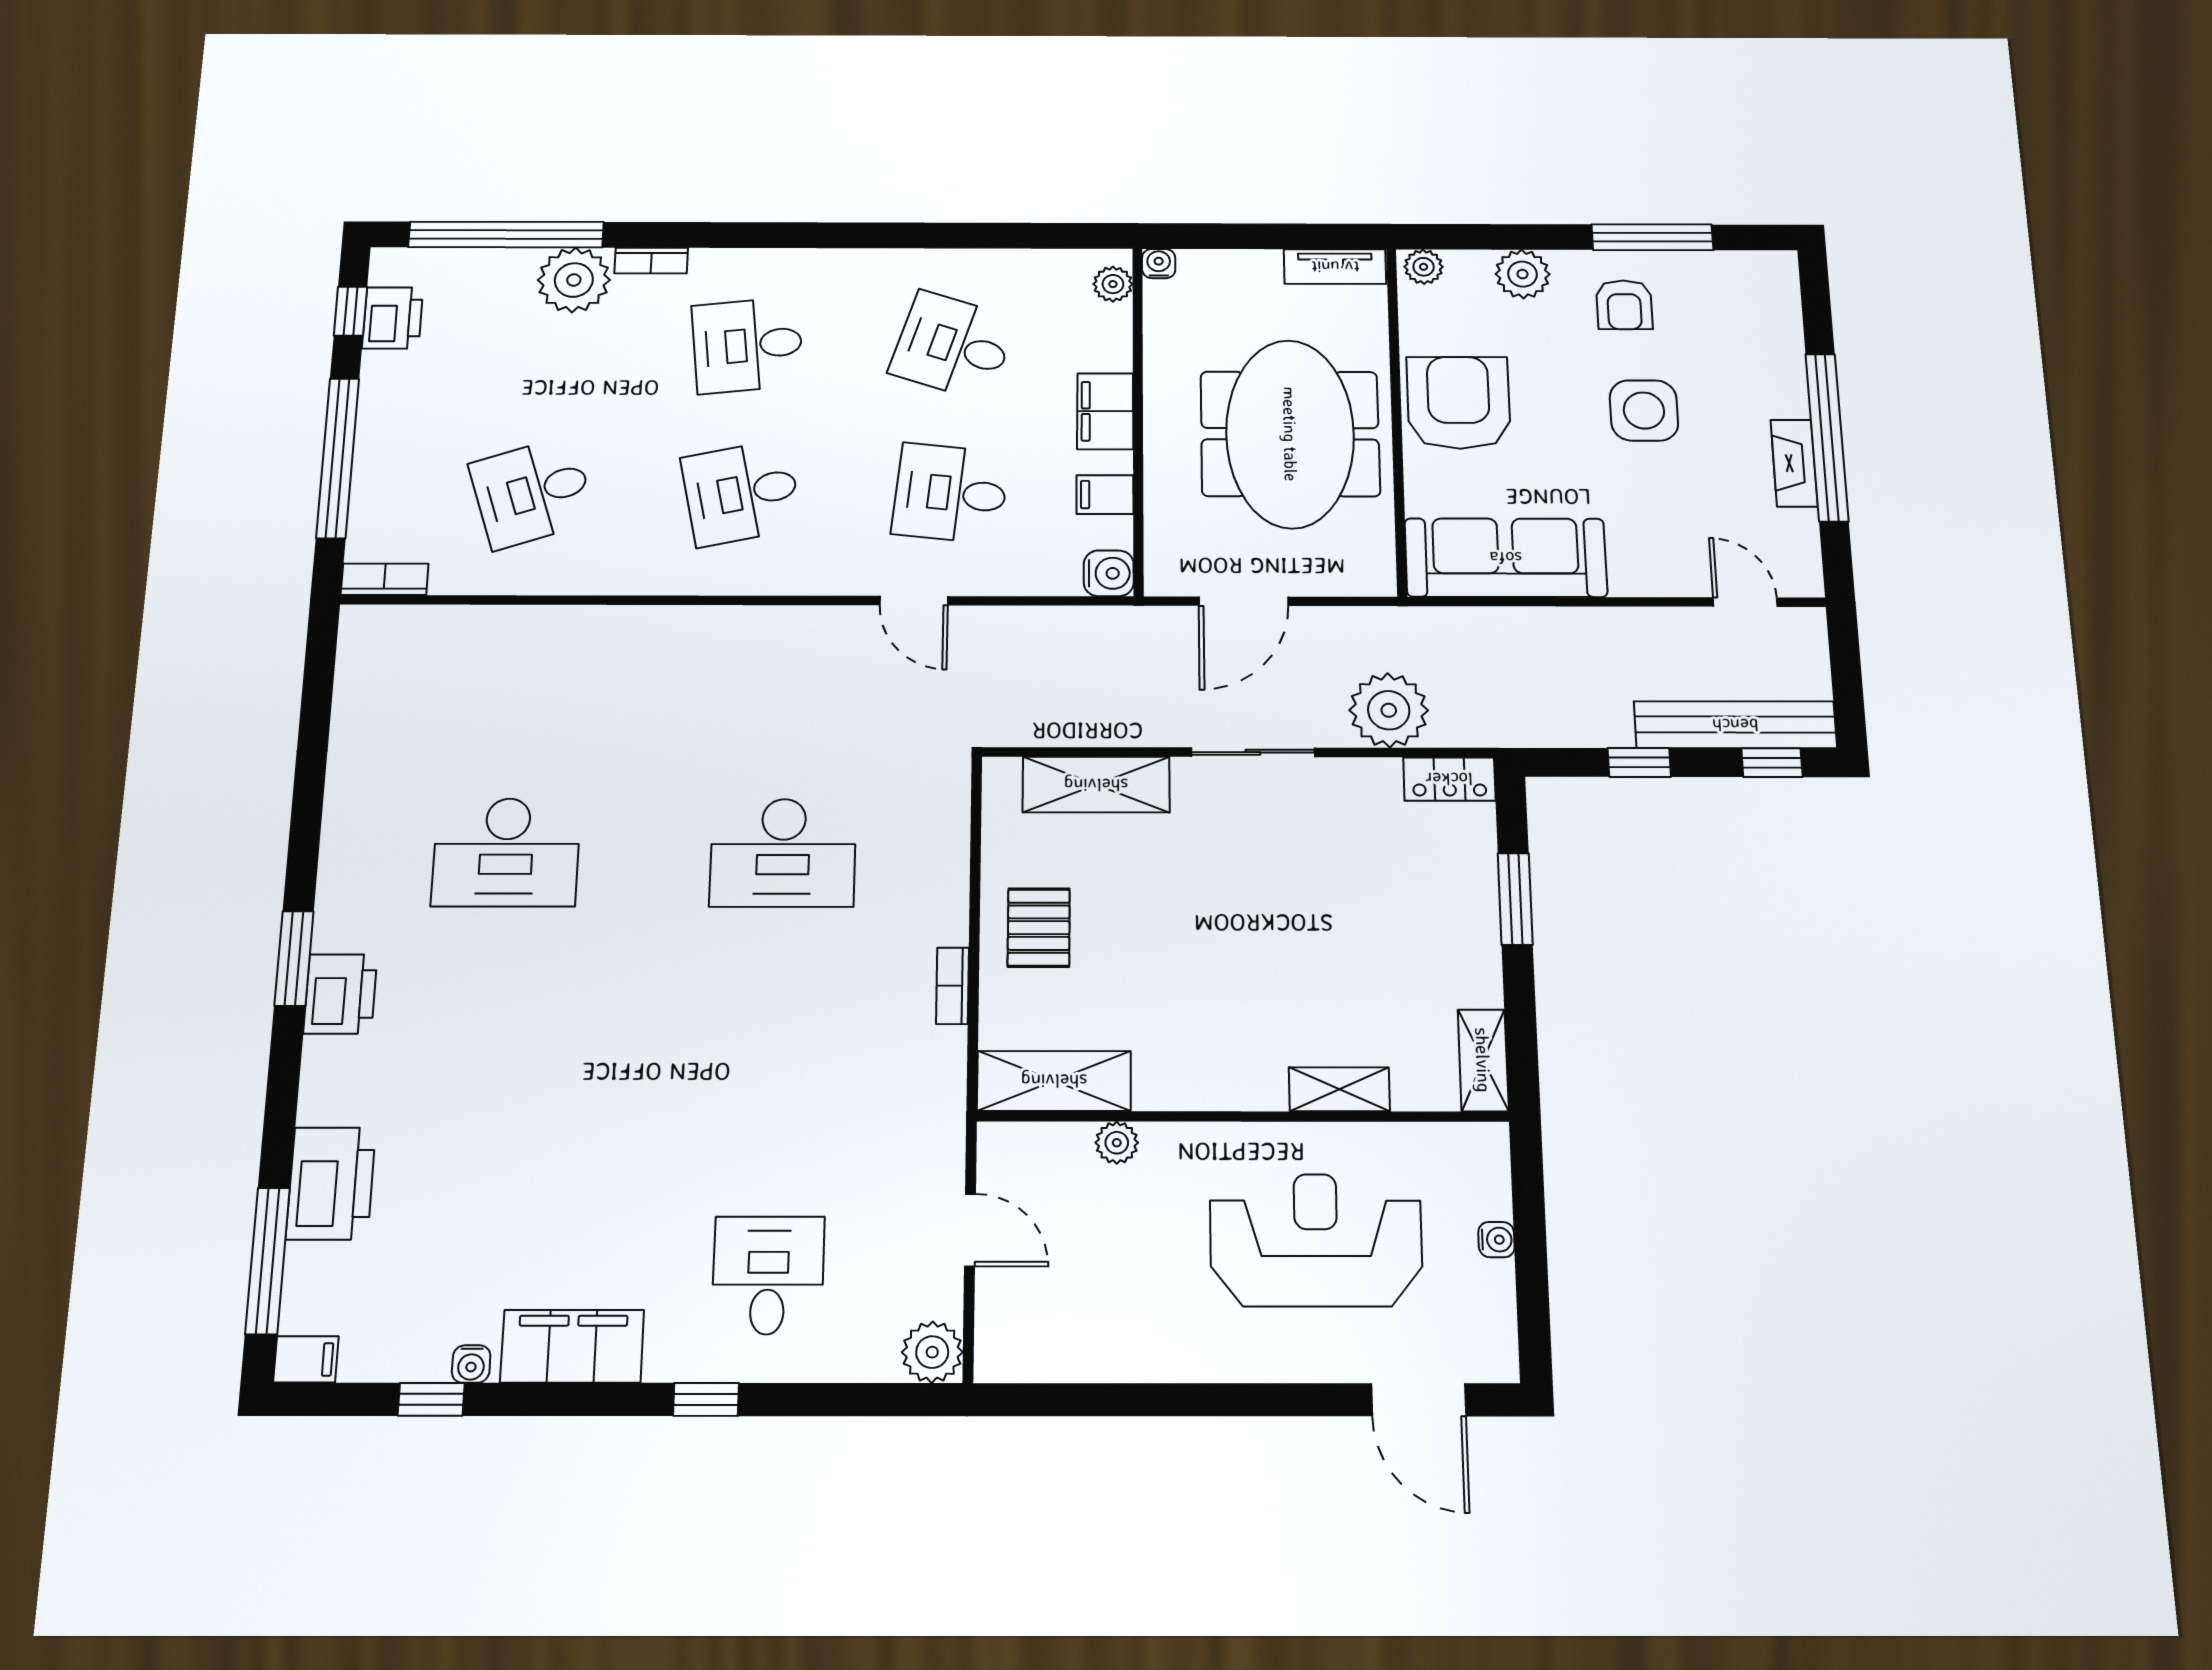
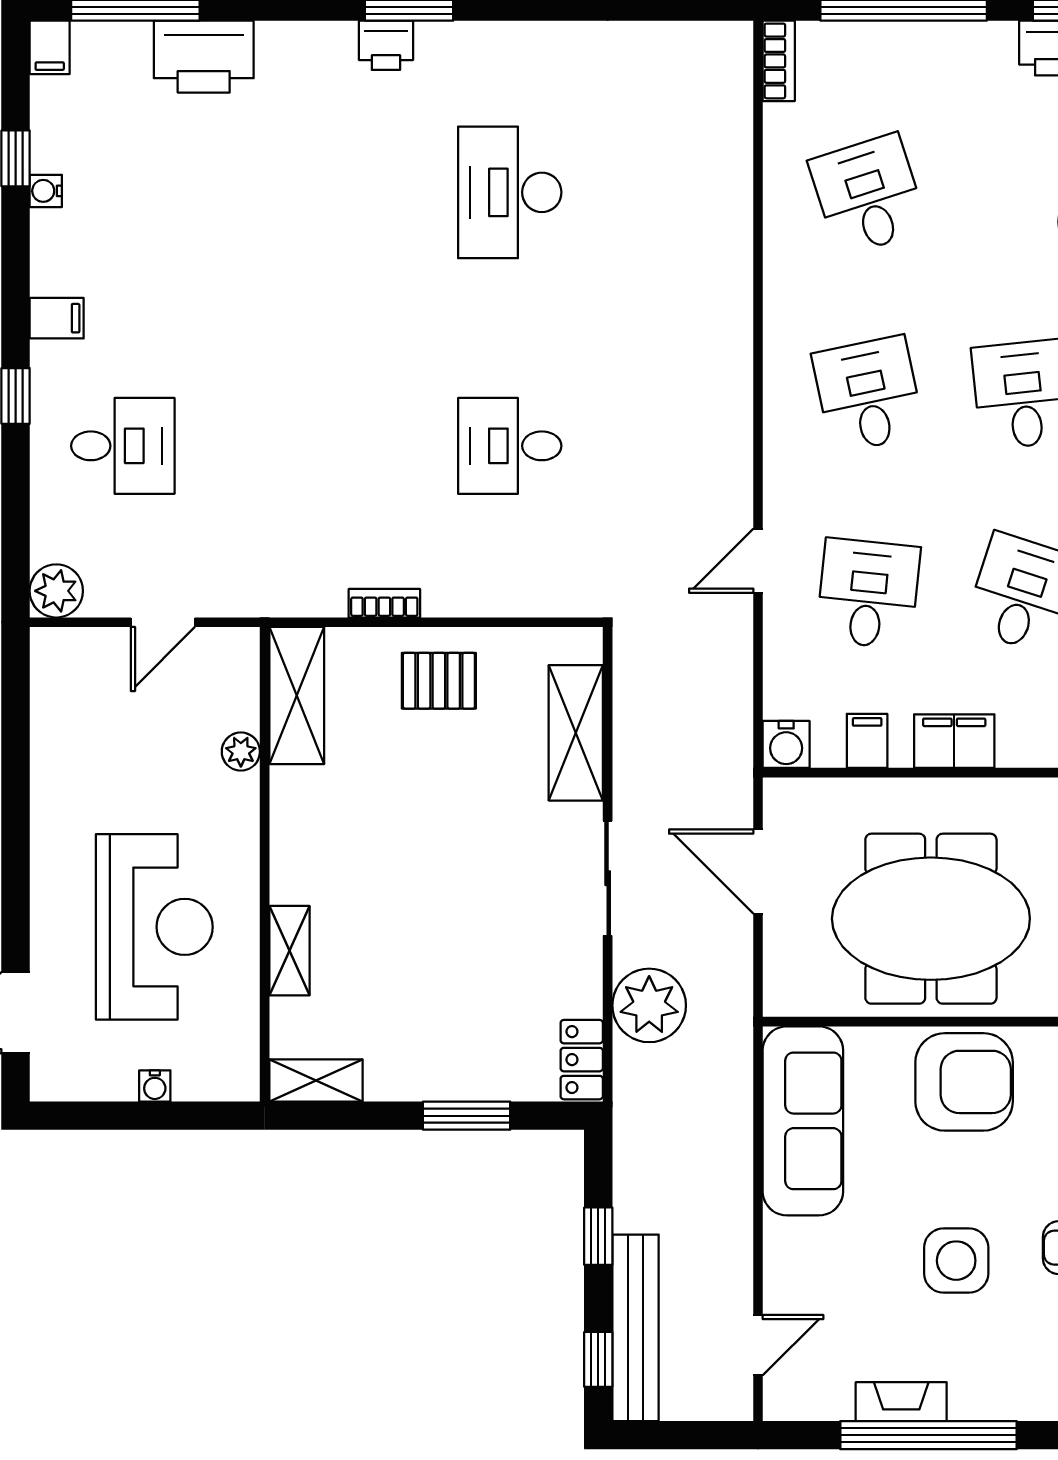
desk: (783, 853) -> (510, 446), width x0.73
printer: (340, 994) -> (386, 45), width x0.73, depth x0.81
filing cabinet: (572, 1346) -> (57, 318), width x0.33, depth x0.86

